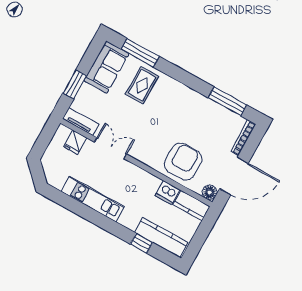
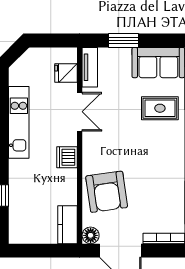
armchair: (183, 162) -> (107, 192), turned 82
dishwasher: (168, 193) -> (67, 157), moved
kitchen counter: (161, 237) -> (19, 212), removed

